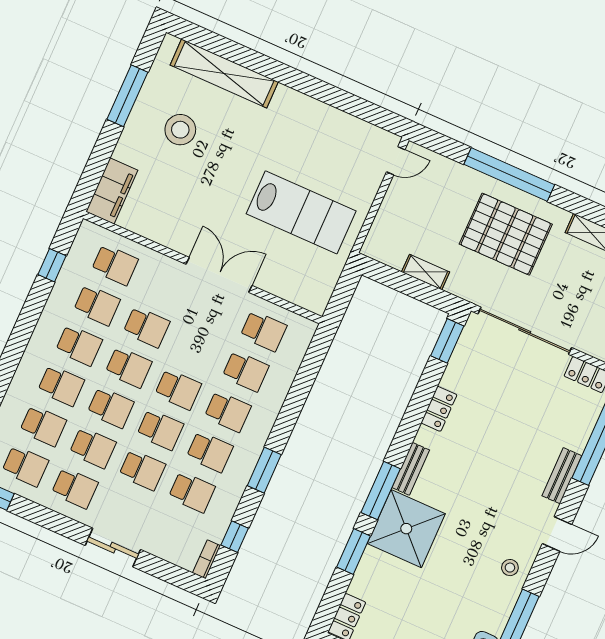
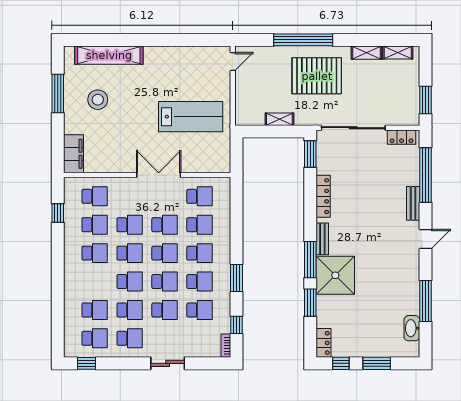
school desk: (61, 386) -> (165, 225), moved
locker: (439, 409) -> (323, 196), width x1.53
stool: (510, 568) -> (407, 271), removed

